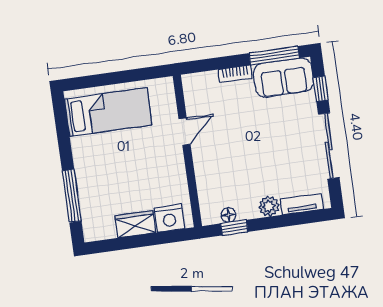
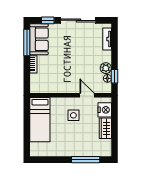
bed: (108, 112) -> (40, 120), moved, turned 180
door: (185, 132) -> (87, 95), moved
side table: (151, 161) -> (73, 115), added
plant: (269, 206) -> (106, 68), moved

